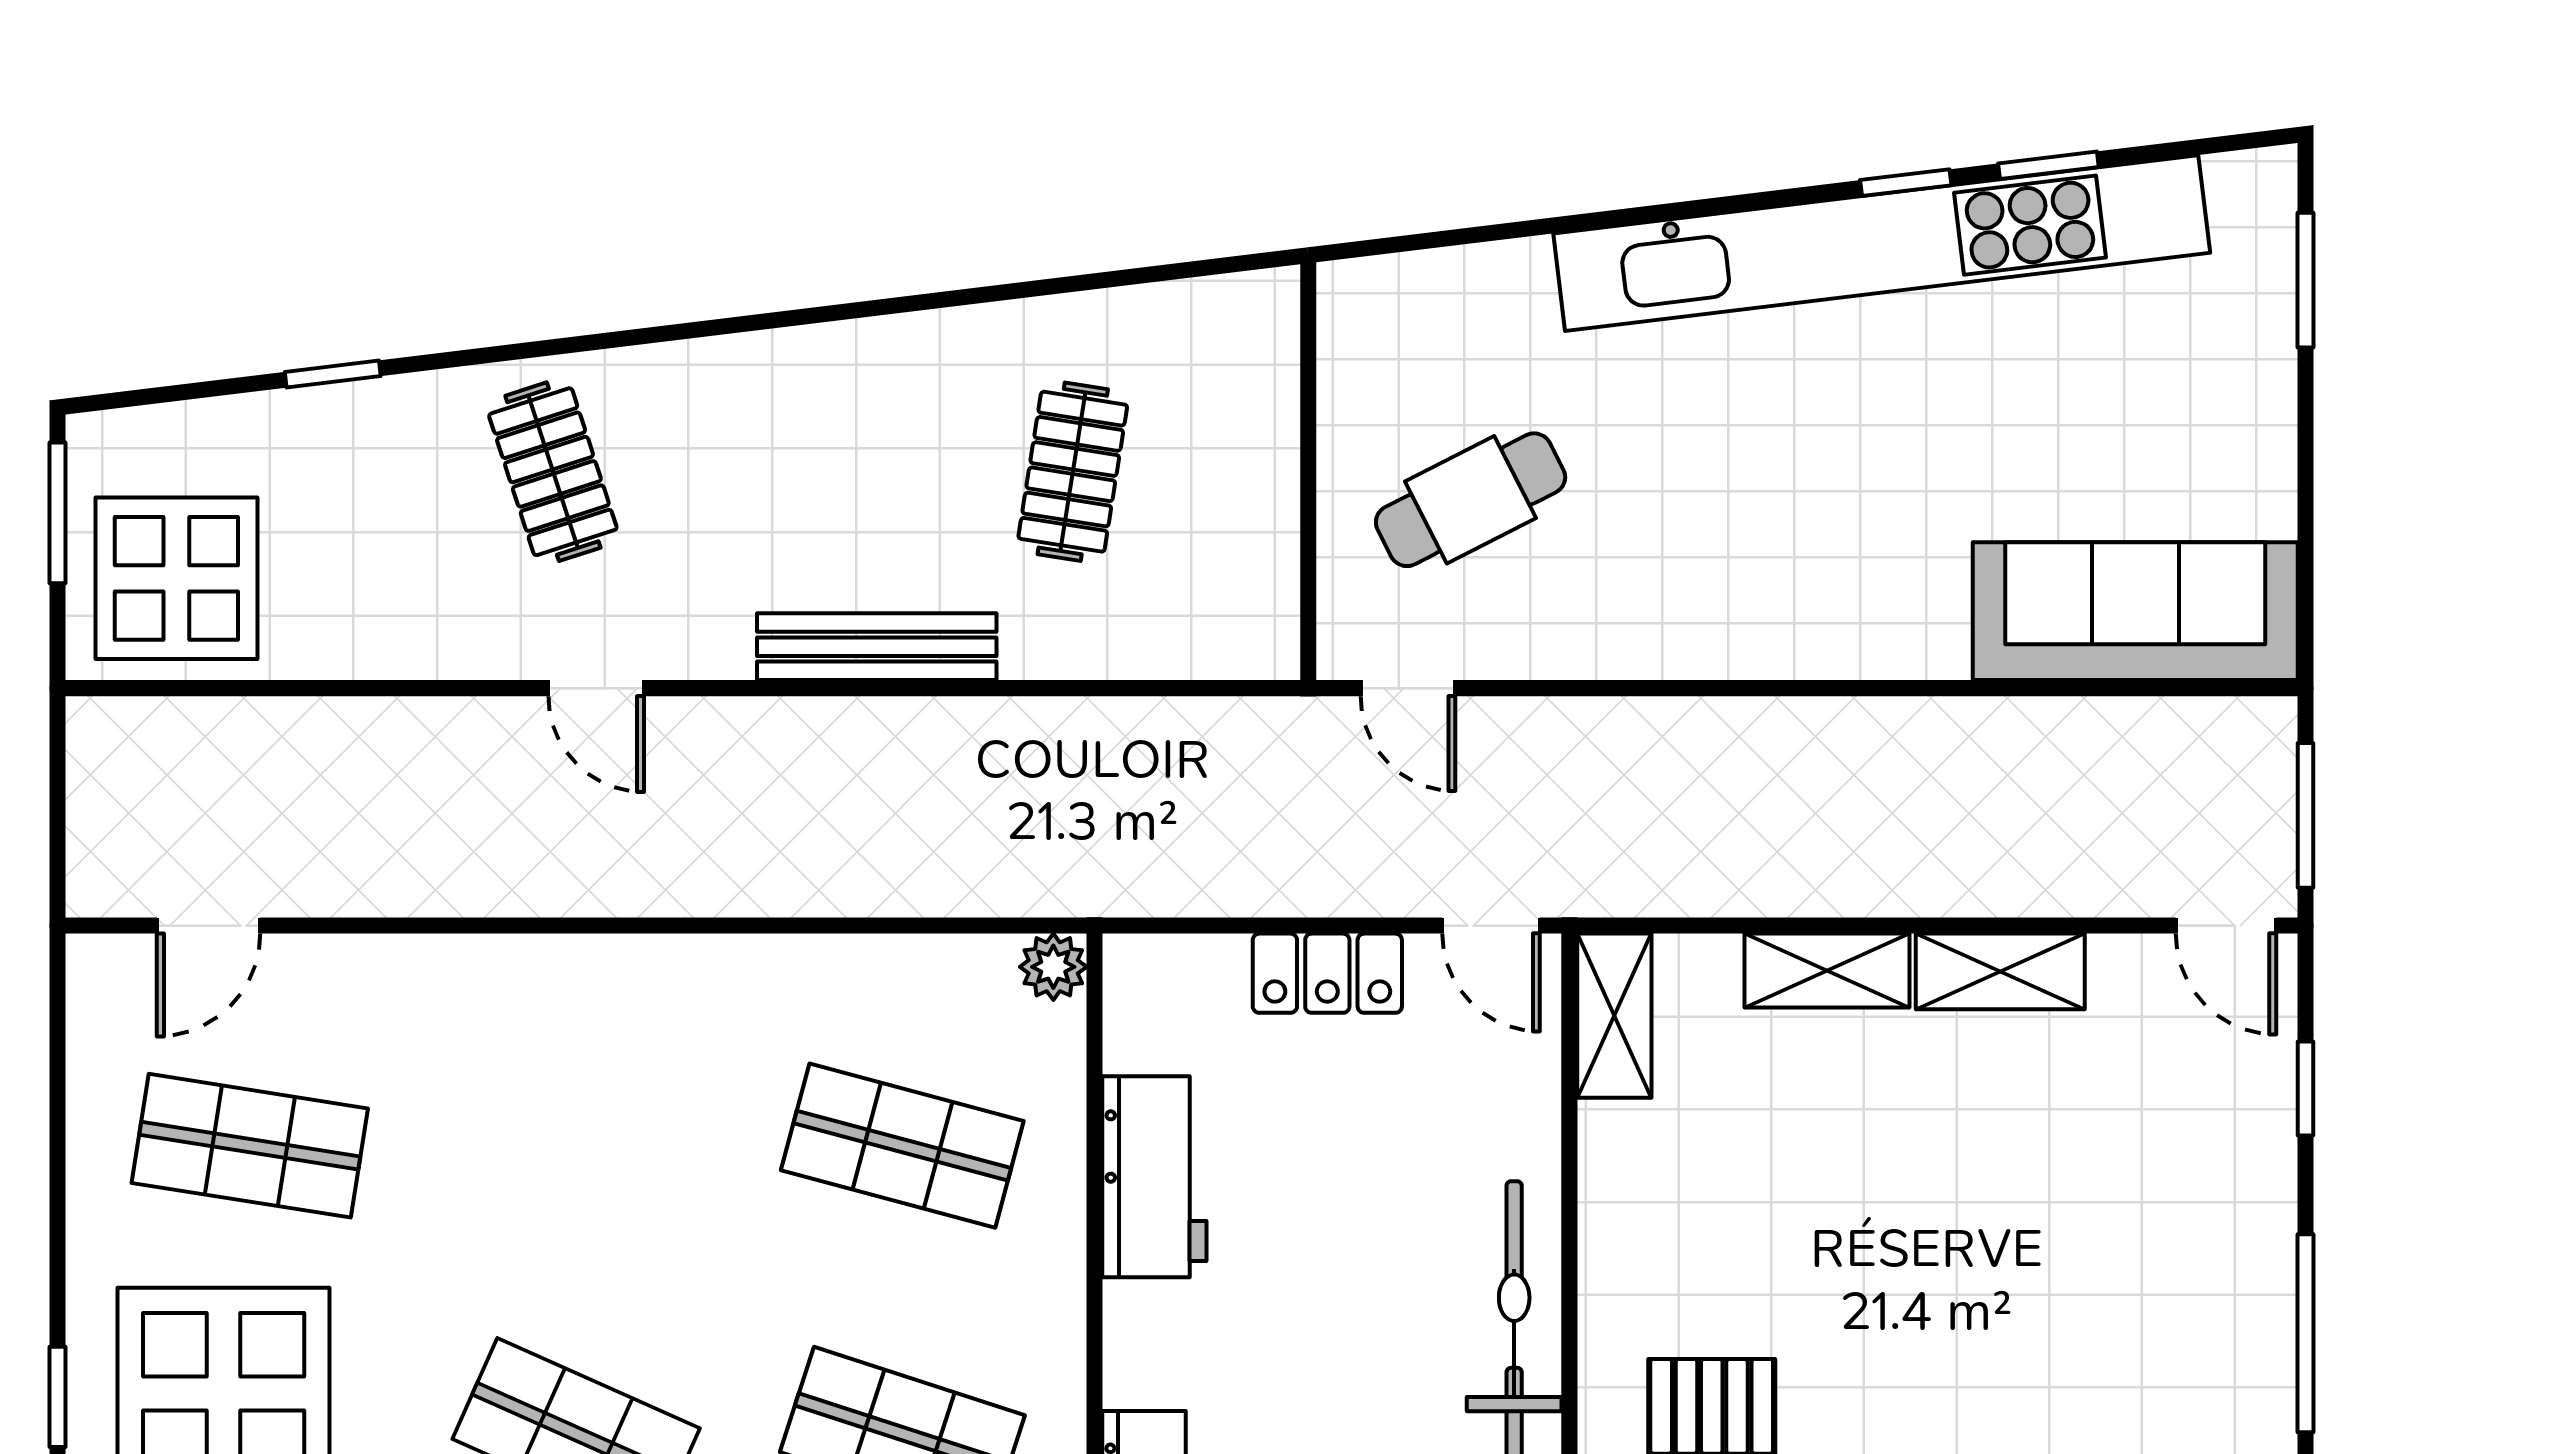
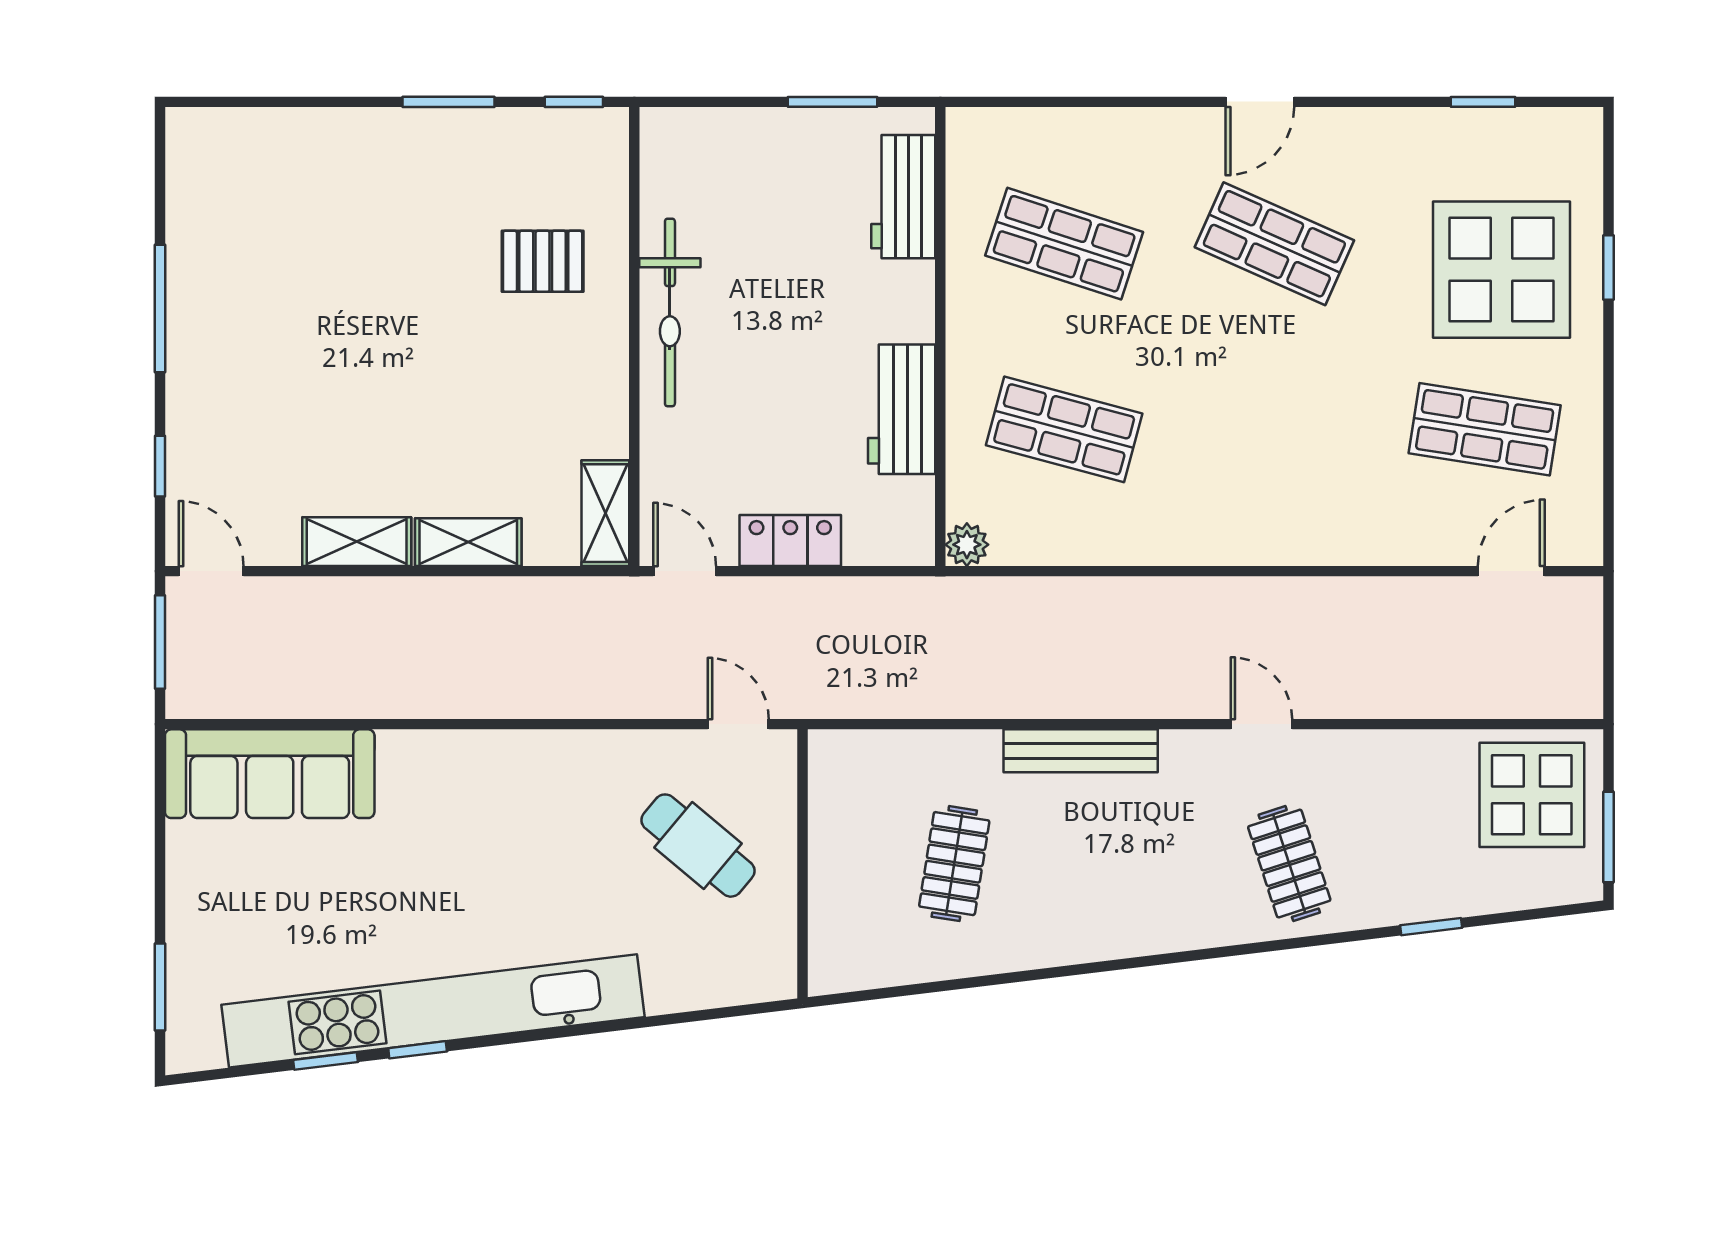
cafe table: (1471, 500) -> (698, 846), turned 67

